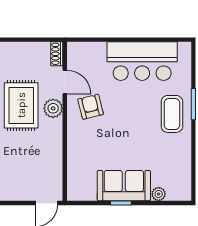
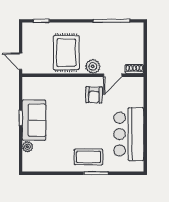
rug: (21, 105) -> (66, 53), moved, turned 90
armchair: (91, 107) -> (94, 95), turned 106

